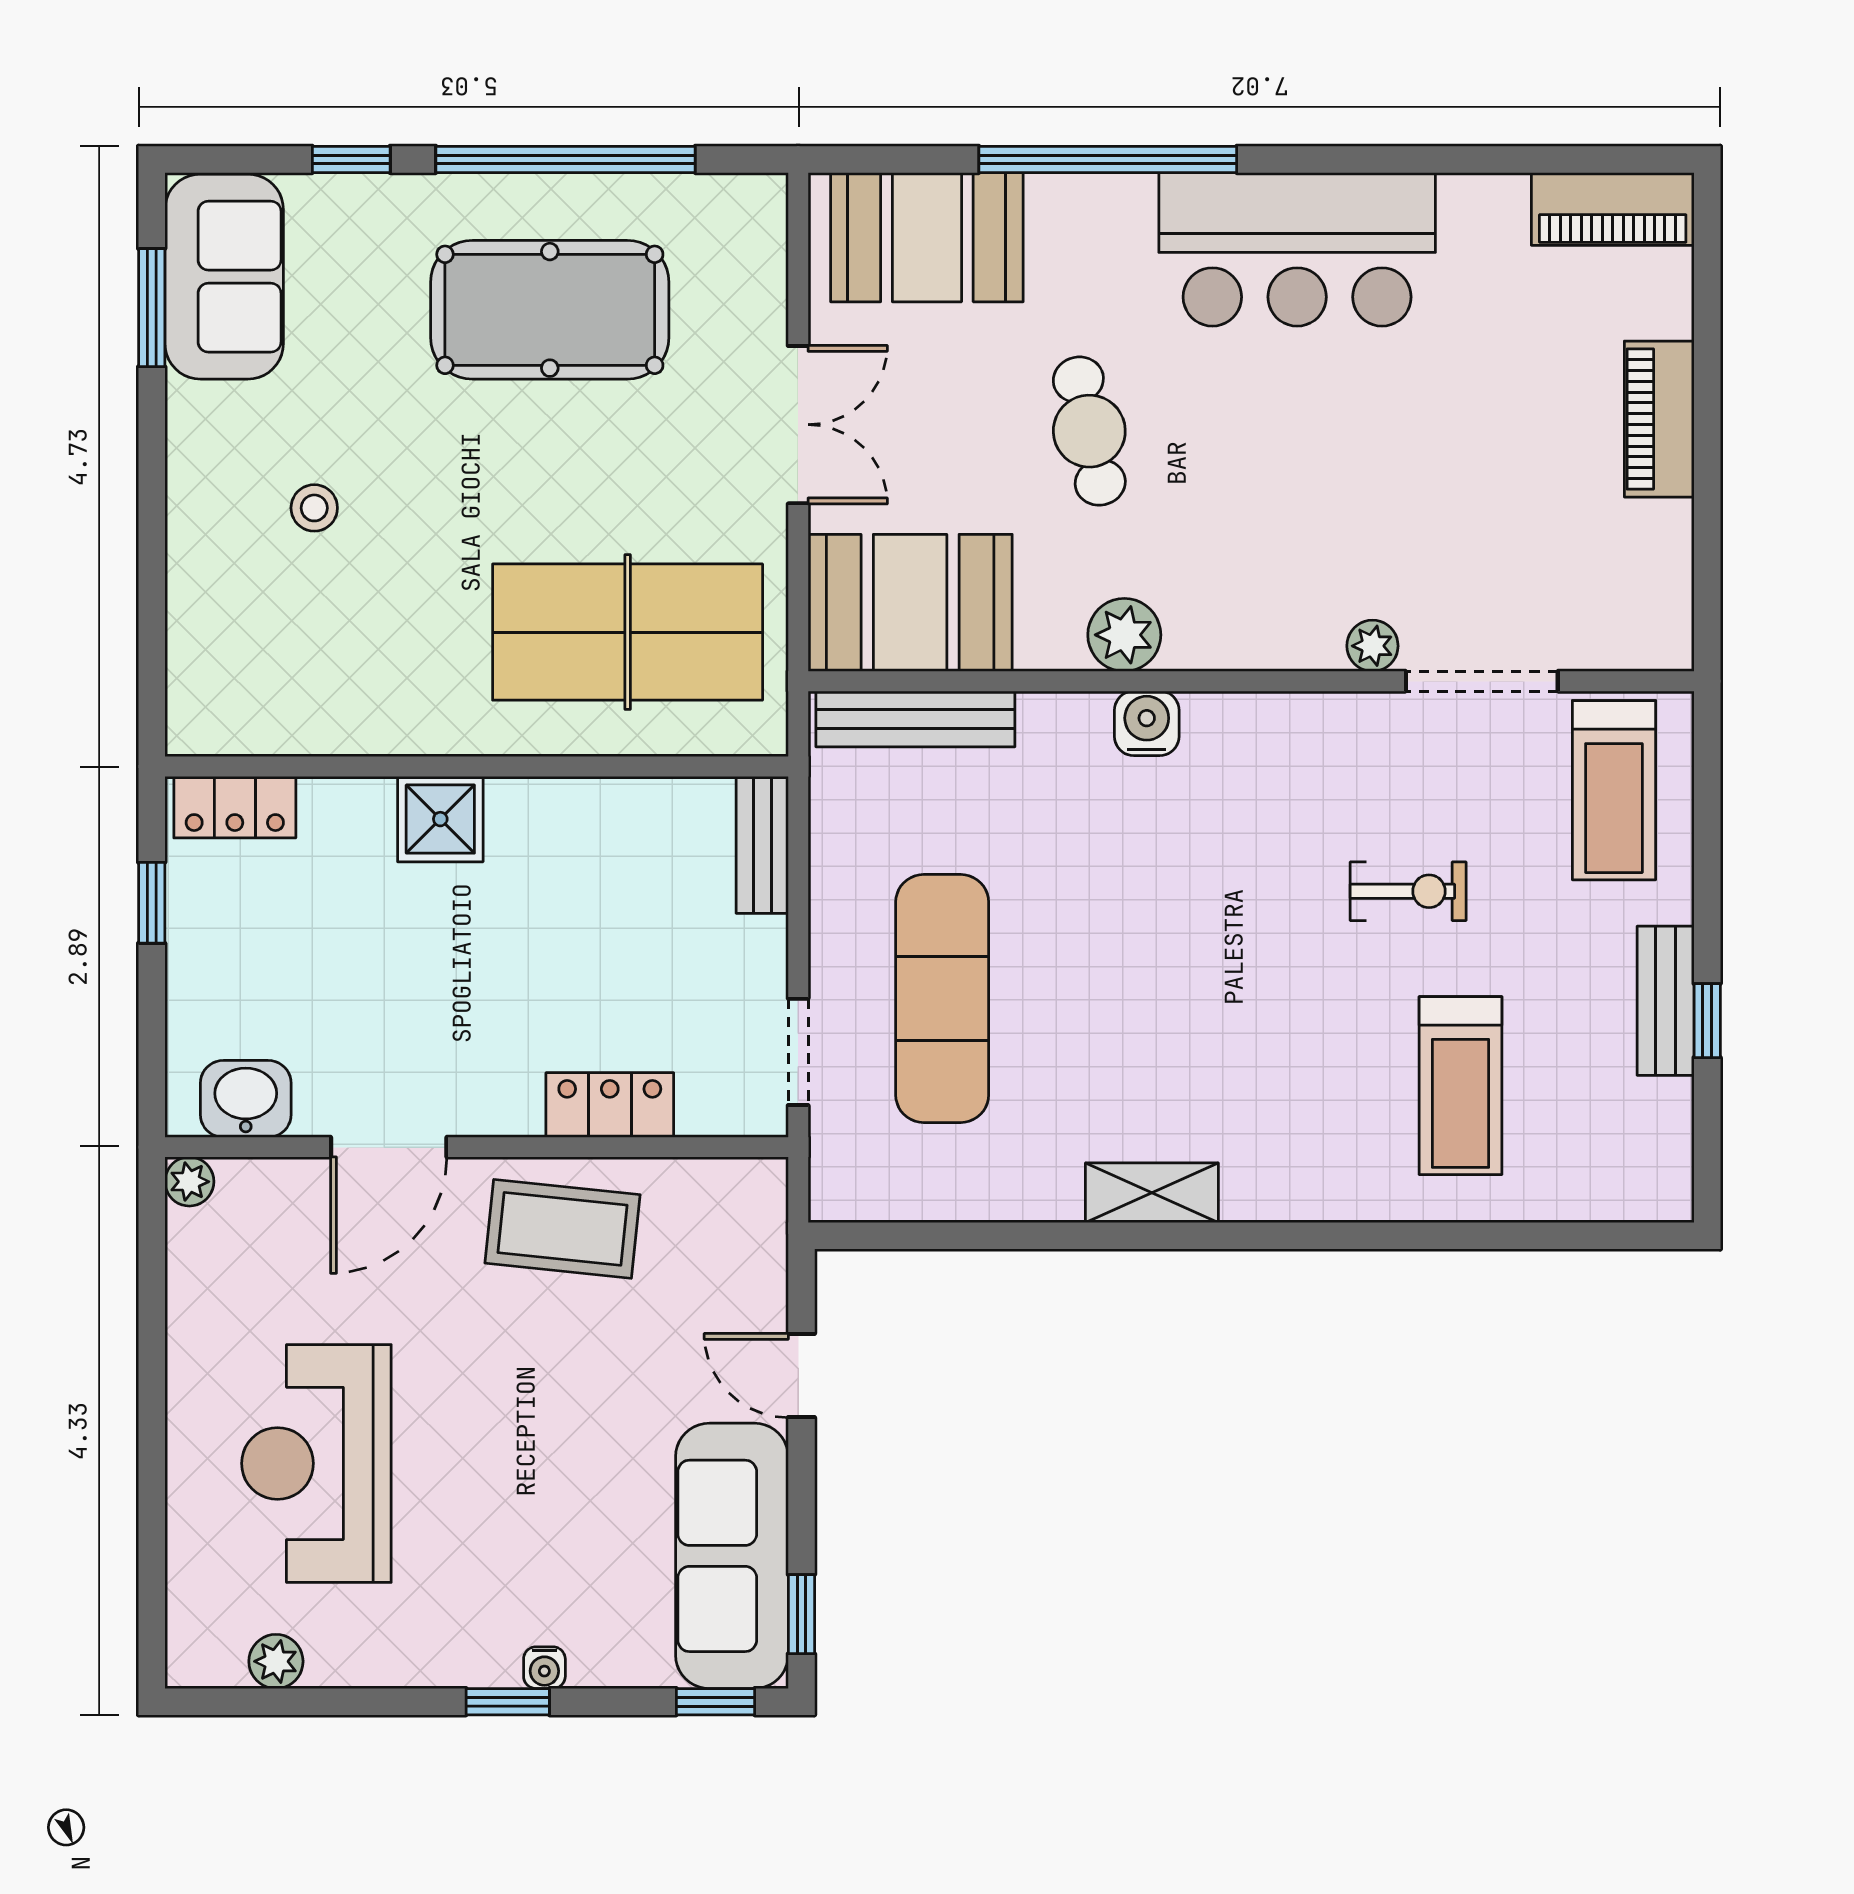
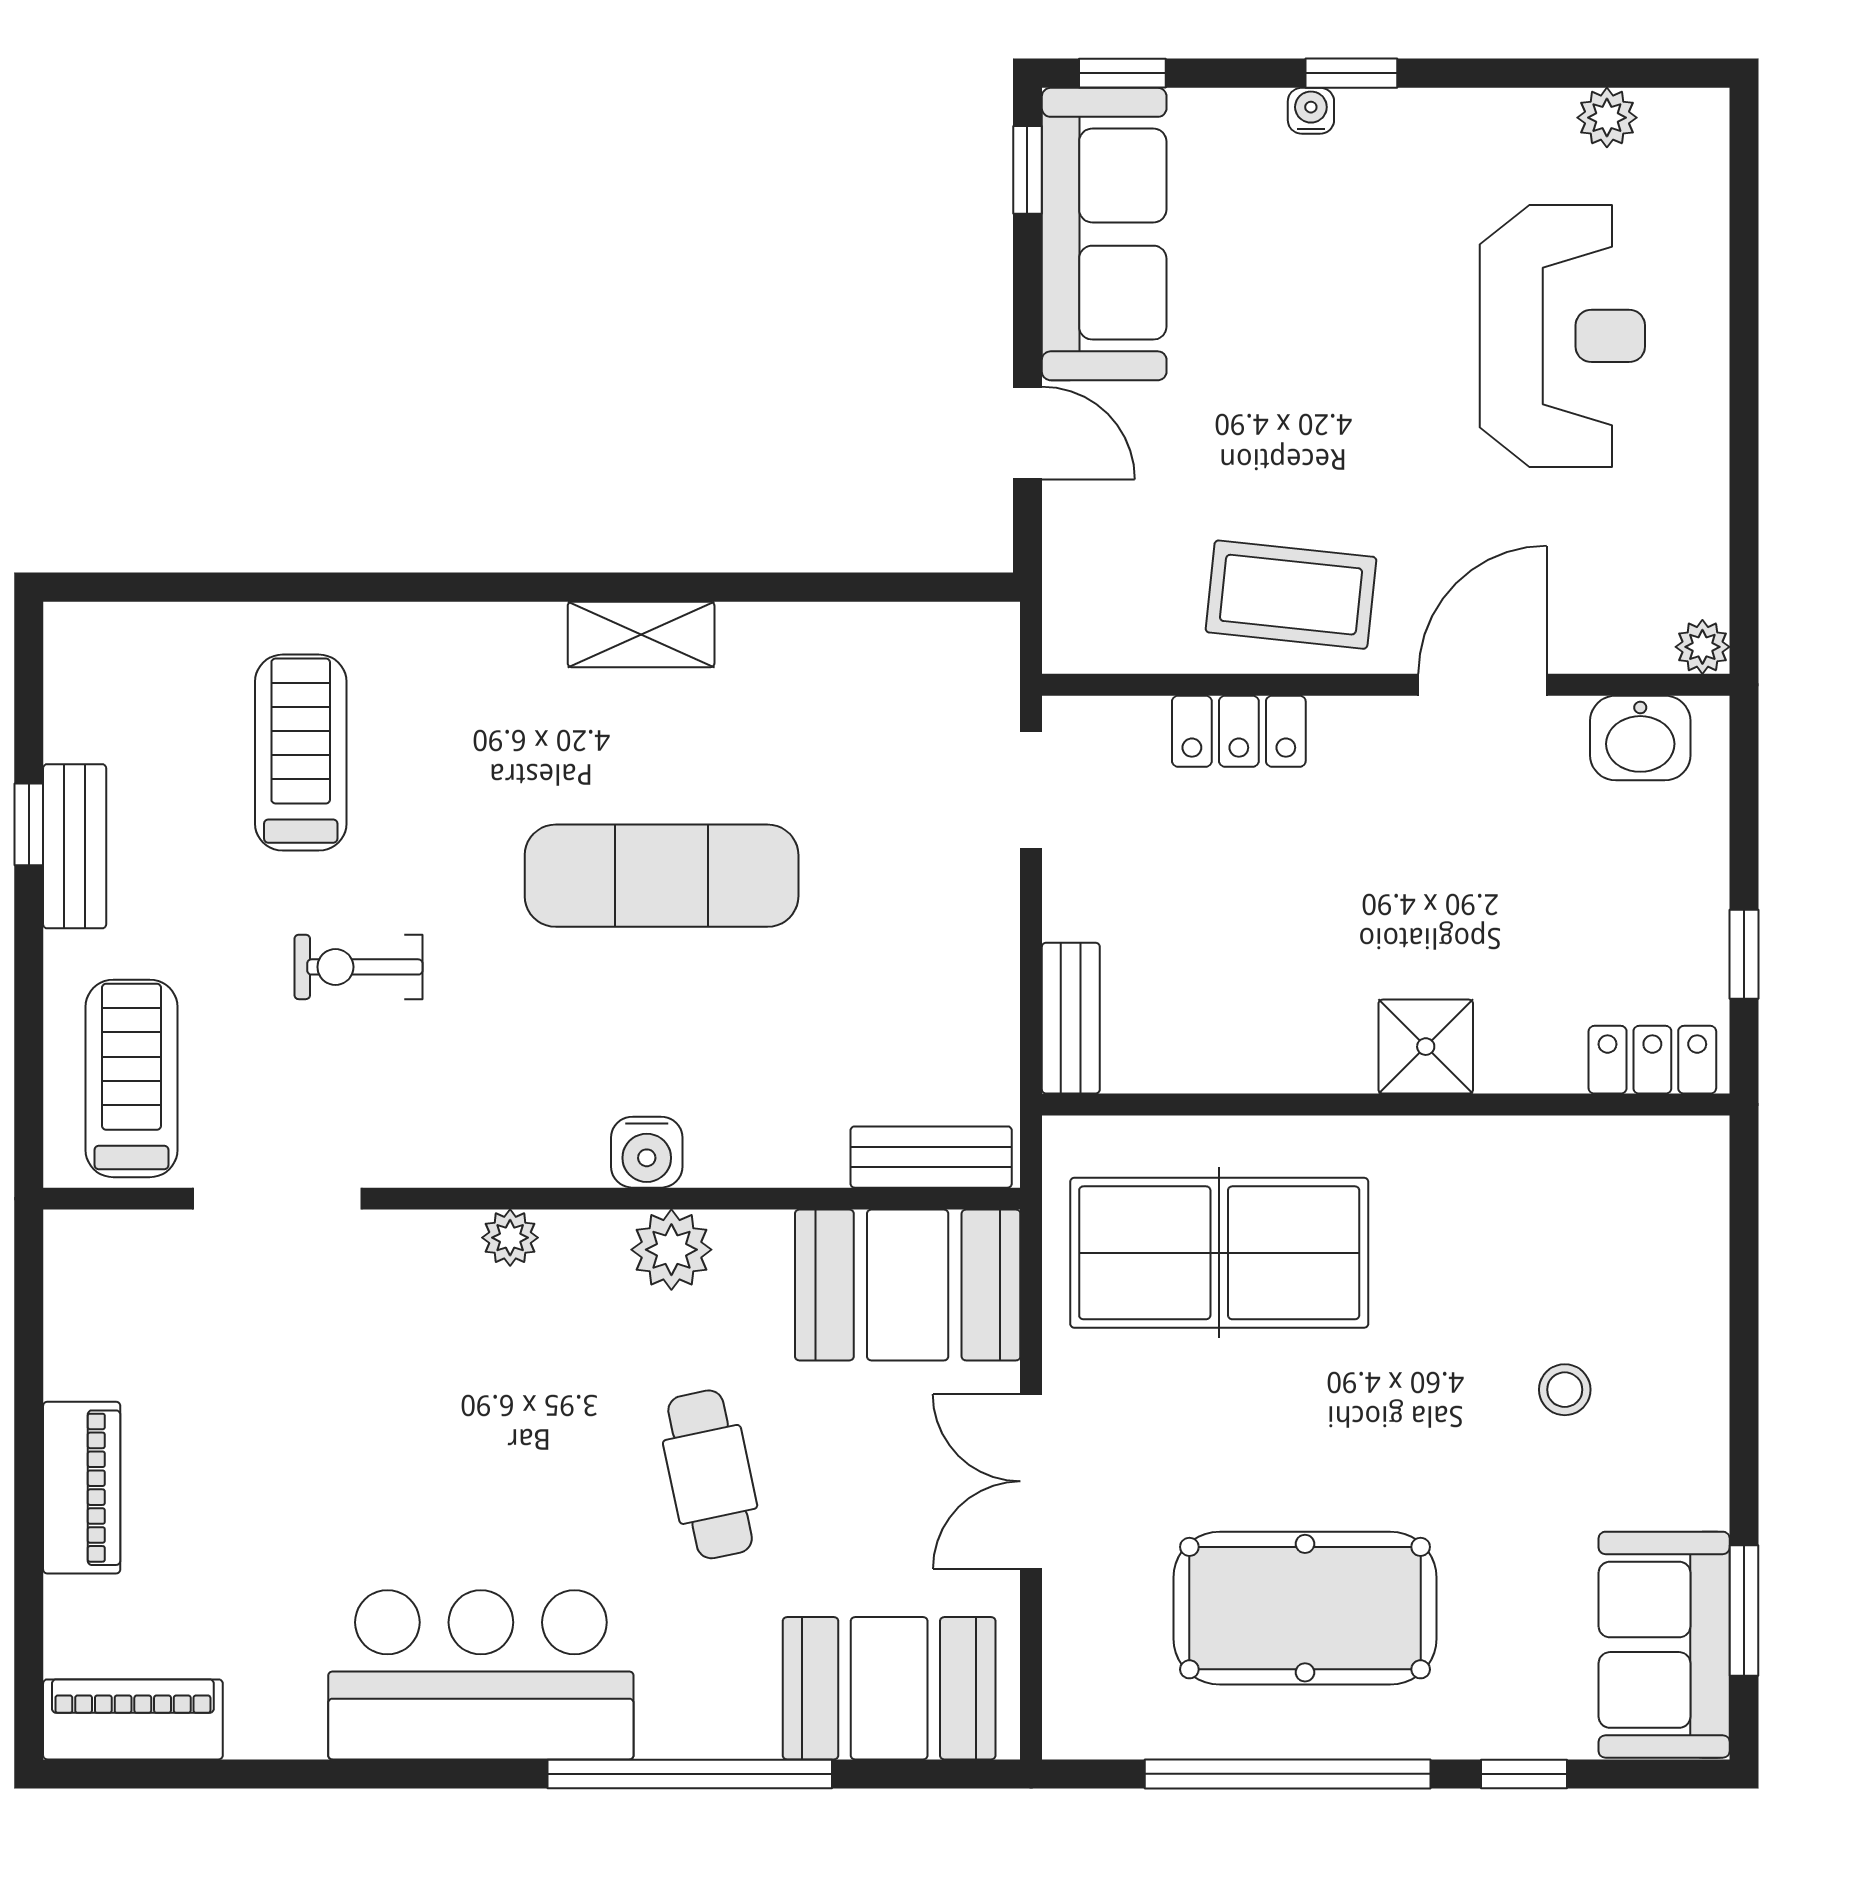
plant: (1372, 646) -> (510, 1238), moved
bench: (915, 719) -> (931, 1157), width x0.73
exercise mat: (942, 998) -> (662, 876), moved, turned 90

